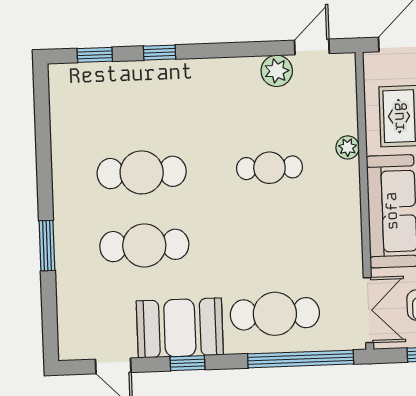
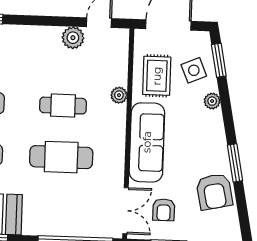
cafe table: (275, 314) -> (61, 157), moved

